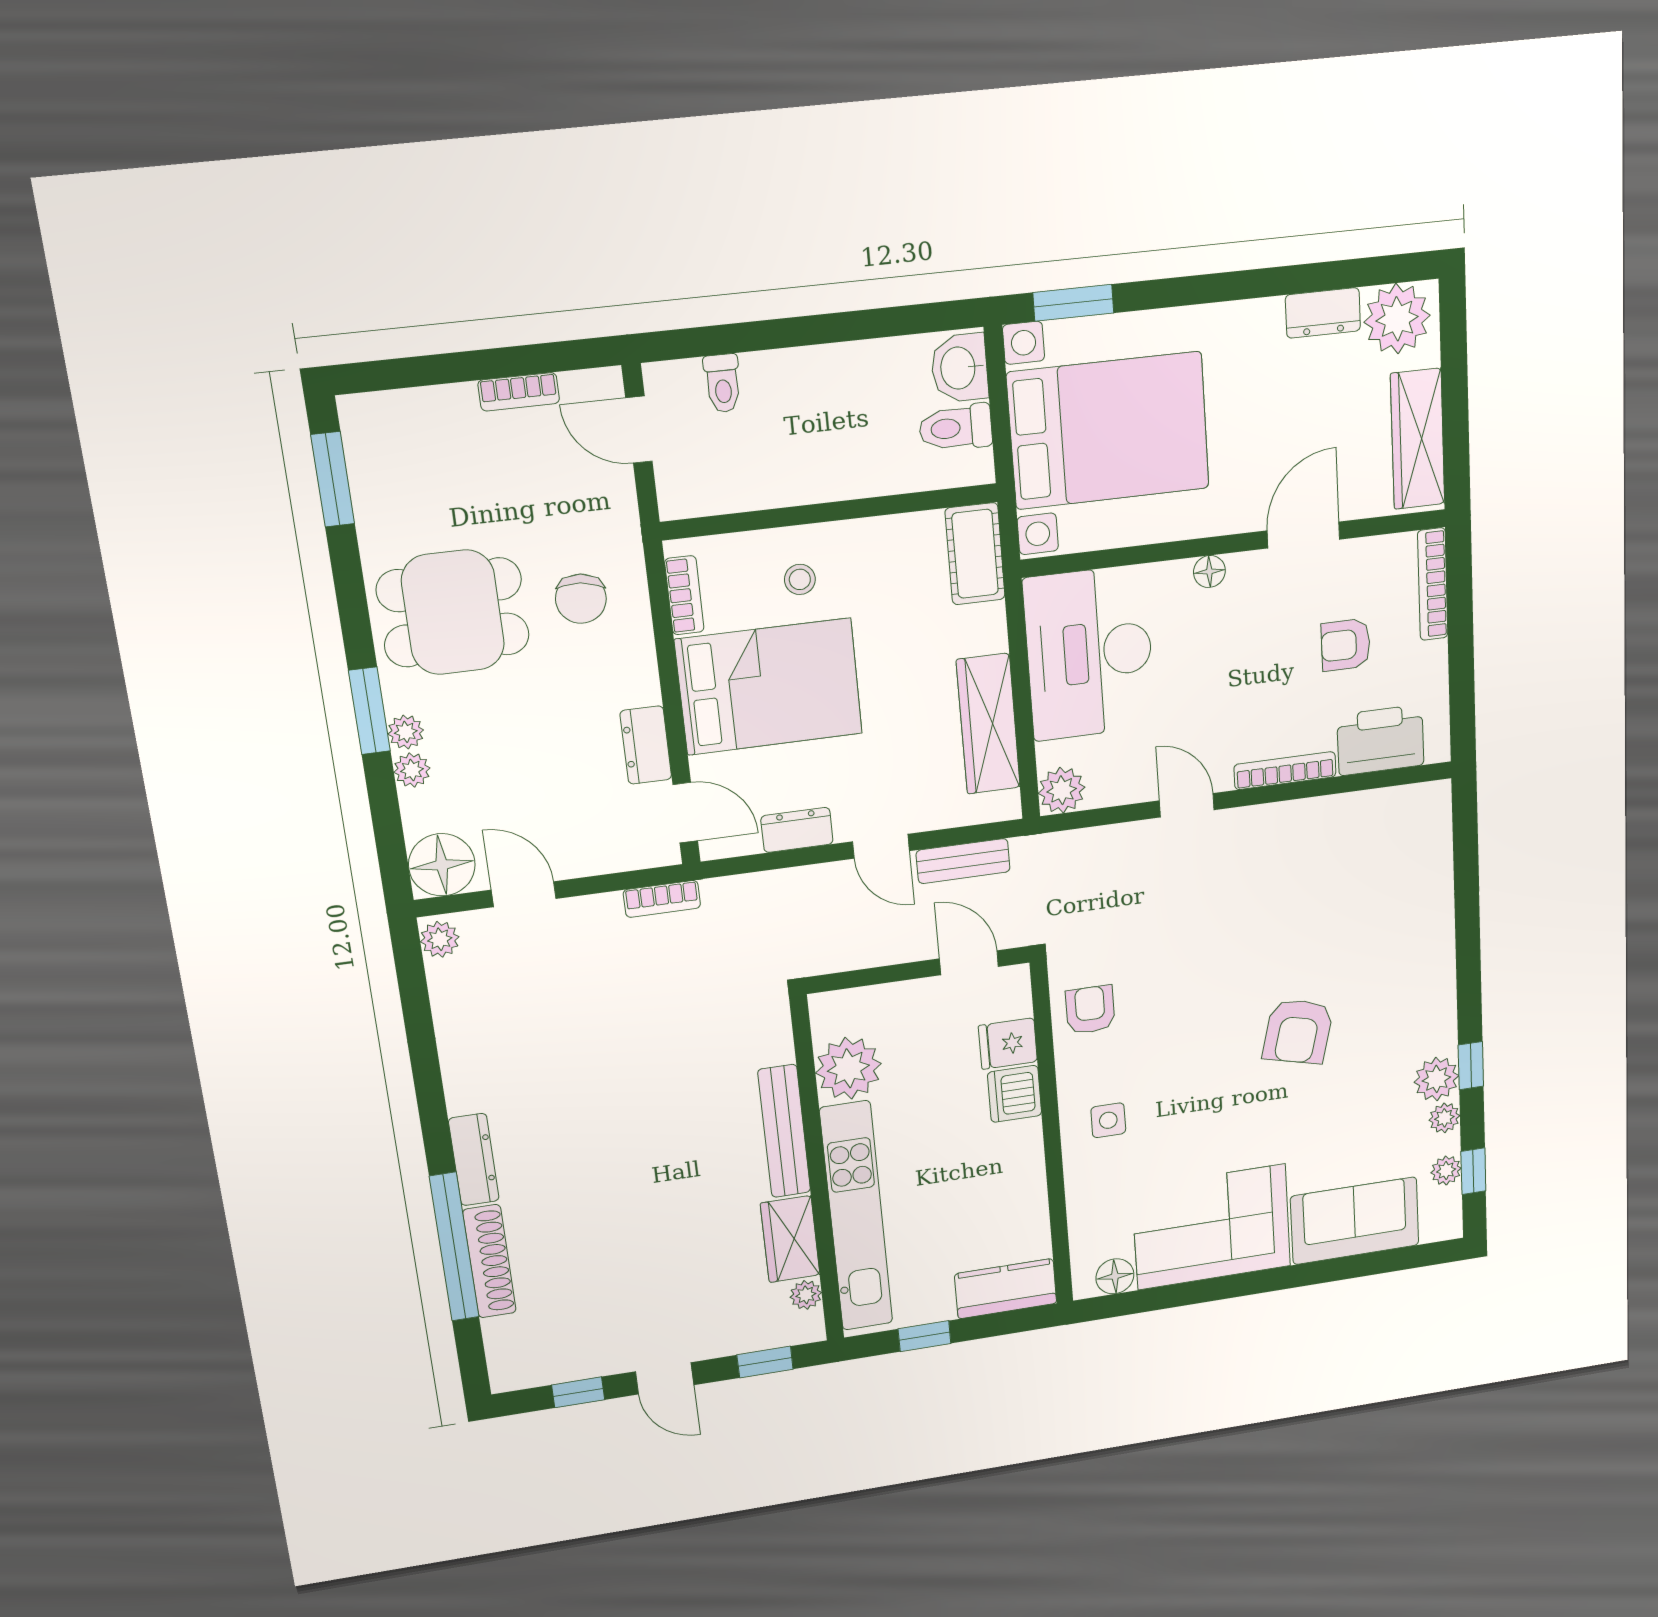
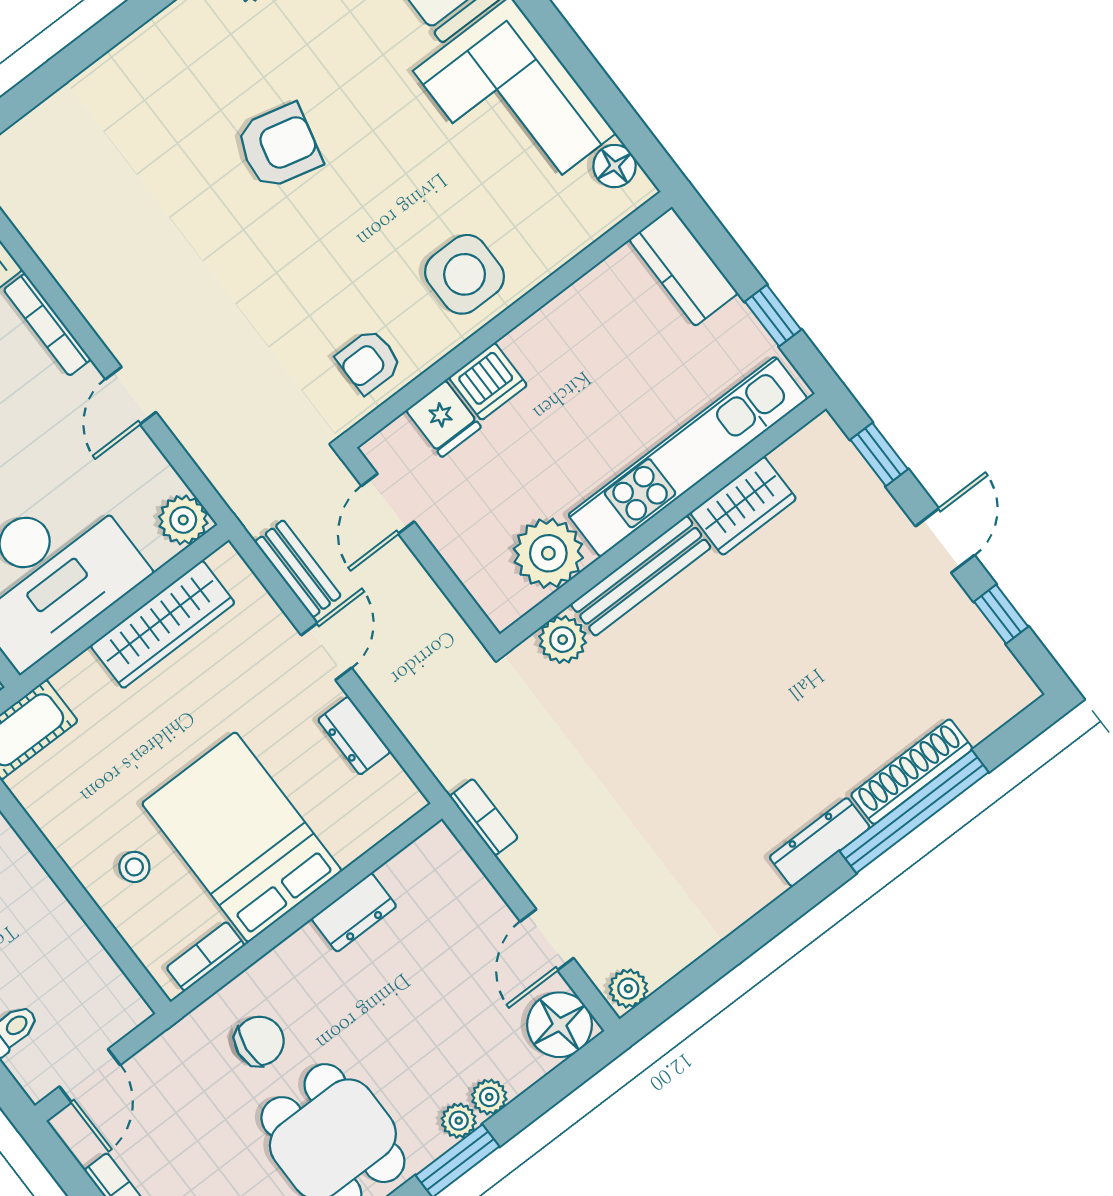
door: (685, 813) -> (394, 843), removed
side table: (1108, 1120) -> (465, 274), width x1.87, depth x1.87
plant: (806, 1295) -> (563, 640), moved, width x1.38, depth x1.38

